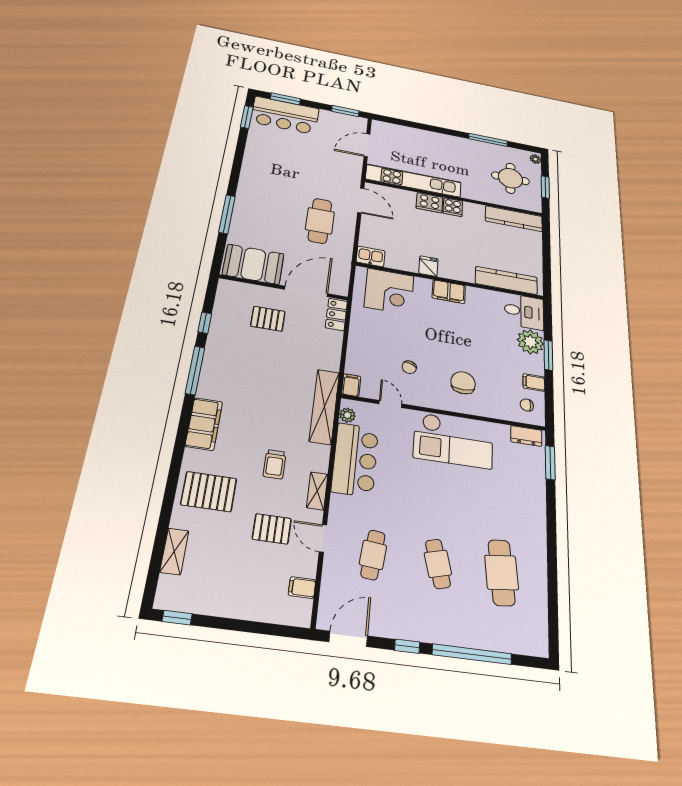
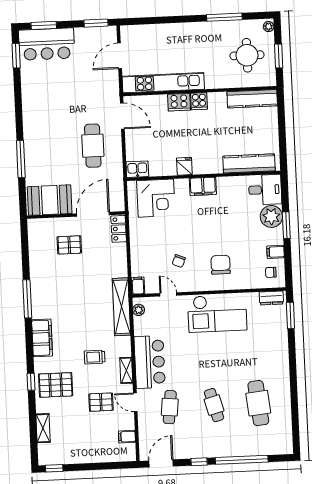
window: (205, 323) -> (31, 382), moved
bar counter: (355, 460) -> (150, 362), moved
trolley: (275, 464) -> (95, 357), turned 90

